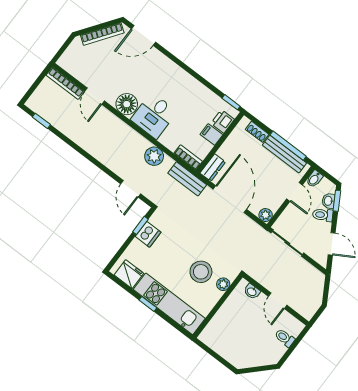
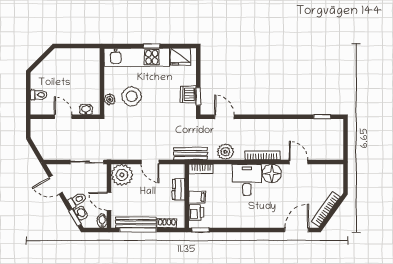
bookcase: (65, 83) -> (262, 155), moved
dresser: (213, 168) -> (179, 189), moved
door: (230, 199) -> (150, 162), width x0.53
plant: (266, 215) -> (122, 175), width x1.88, depth x1.88

